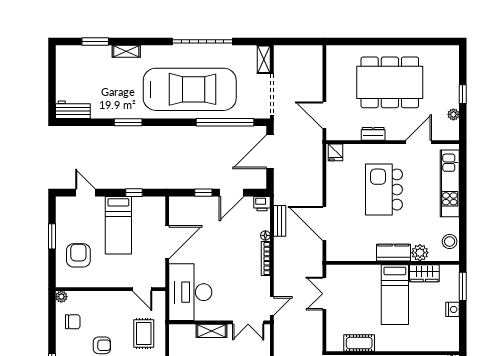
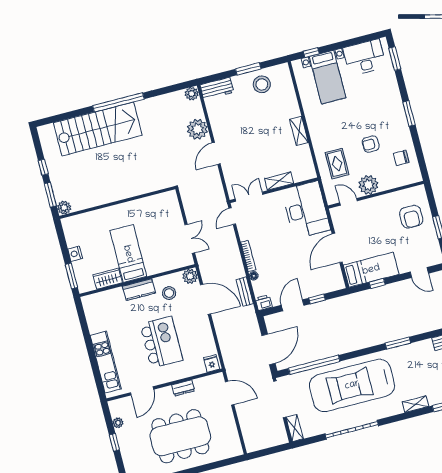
bed: (118, 225) -> (371, 270), moved, turned 90
stool: (450, 242) -> (169, 293), moved
plant: (420, 253) -> (190, 276), moved
plant: (61, 297) -> (368, 185), moved, width x1.88, depth x1.88
cot: (359, 343) -> (148, 204), removed

